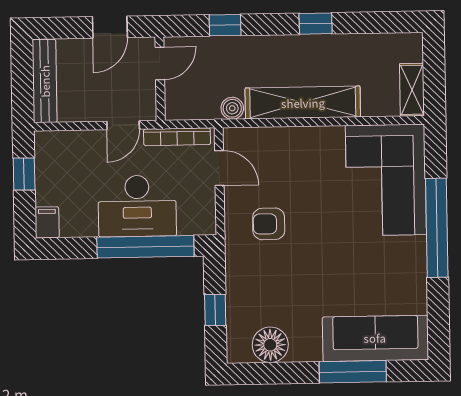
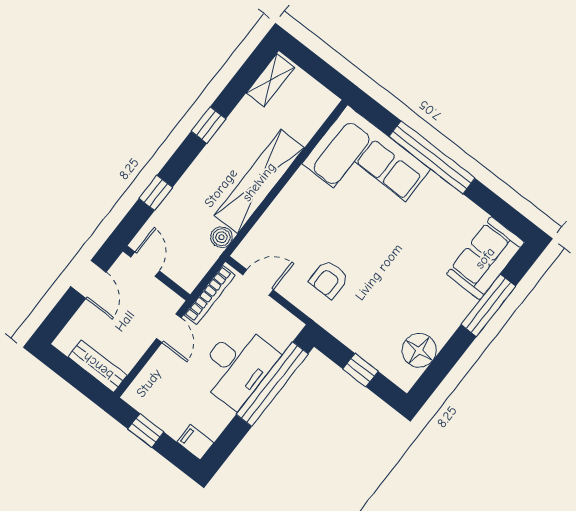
bench: (45, 81) -> (98, 366), width x0.73
shelving: (412, 90) -> (270, 80), moved, turned 90
sofa: (375, 338) -> (485, 258), width x0.73

